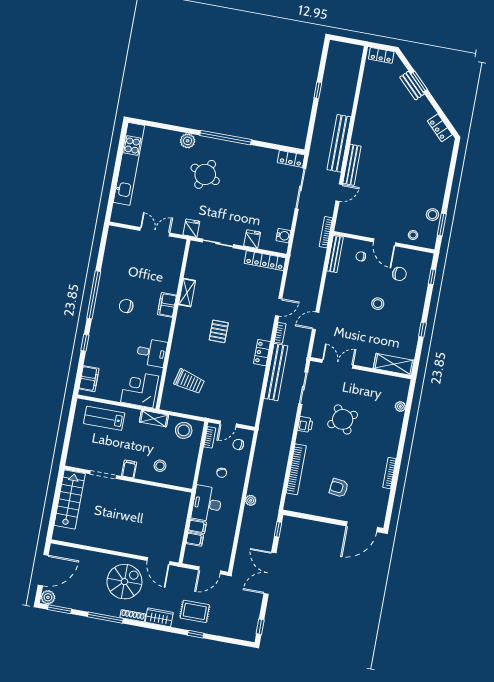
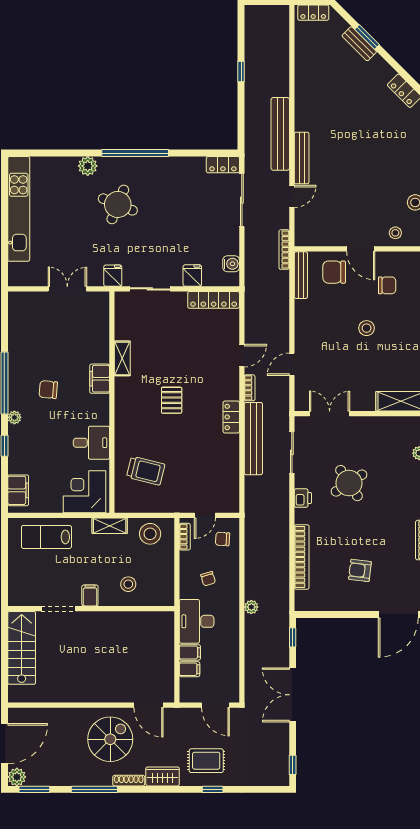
chair: (361, 256) -> (334, 272), width x1.87, depth x1.87
plant: (96, 323) -> (14, 417), added
door: (210, 570) -> (215, 705), hinge flipped

